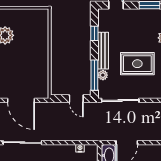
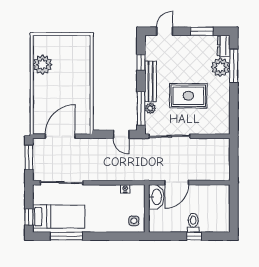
door: (21, 100) -> (60, 136), swing flipped

